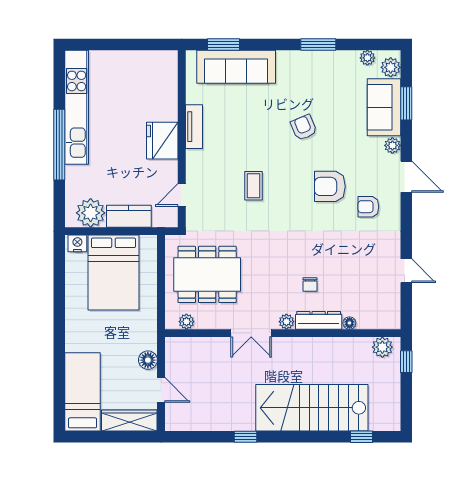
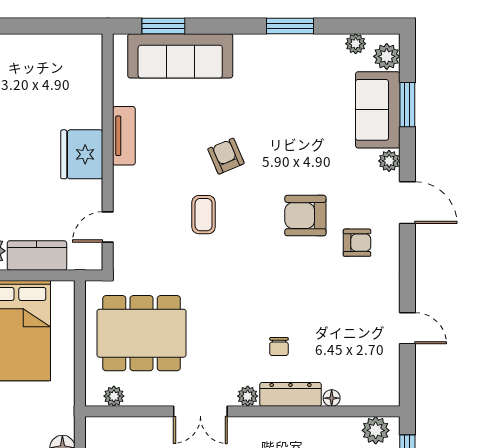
armchair: (304, 128) -> (226, 156), moved
armchair: (368, 207) -> (357, 243), turned 180

